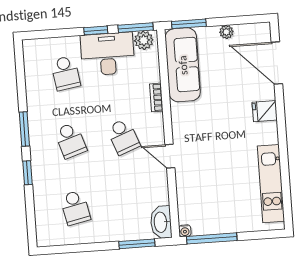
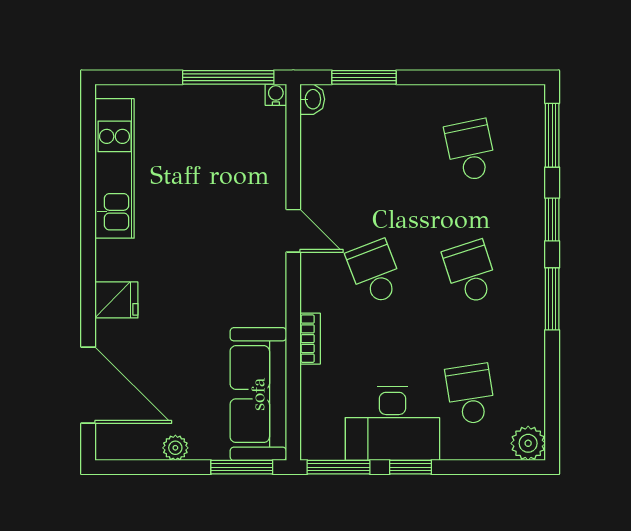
plant: (144, 40) -> (528, 443), moved
window: (31, 219) -> (552, 135), added
washbasin: (161, 222) -> (312, 99), width x0.52, depth x0.69

